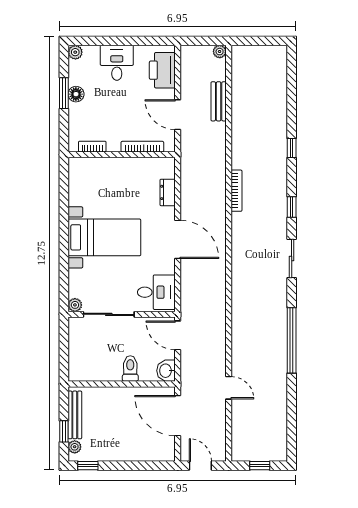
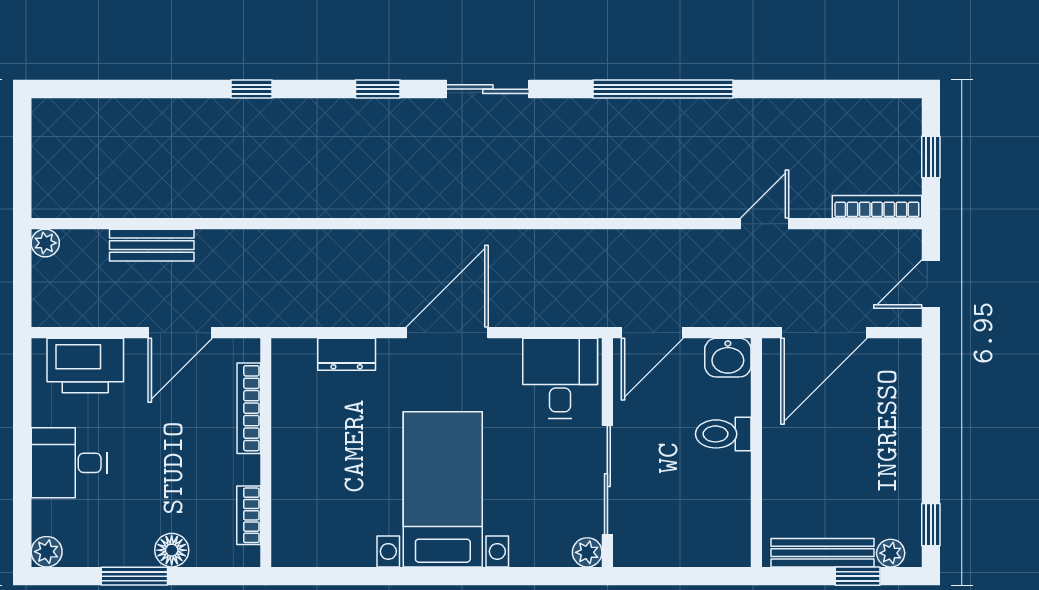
floor lamp: (76, 94) -> (172, 550), moved
bookcase: (237, 191) -> (877, 207), moved

